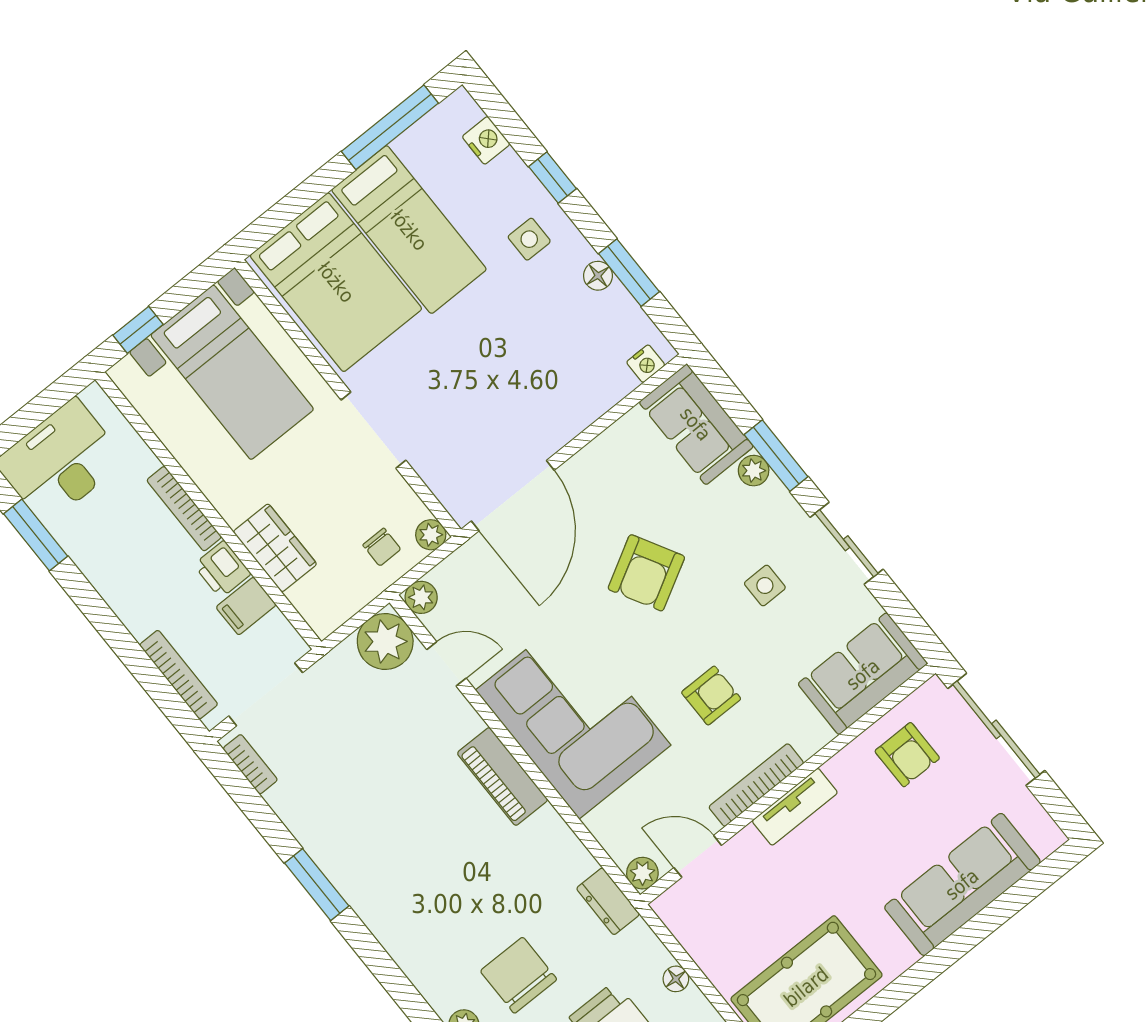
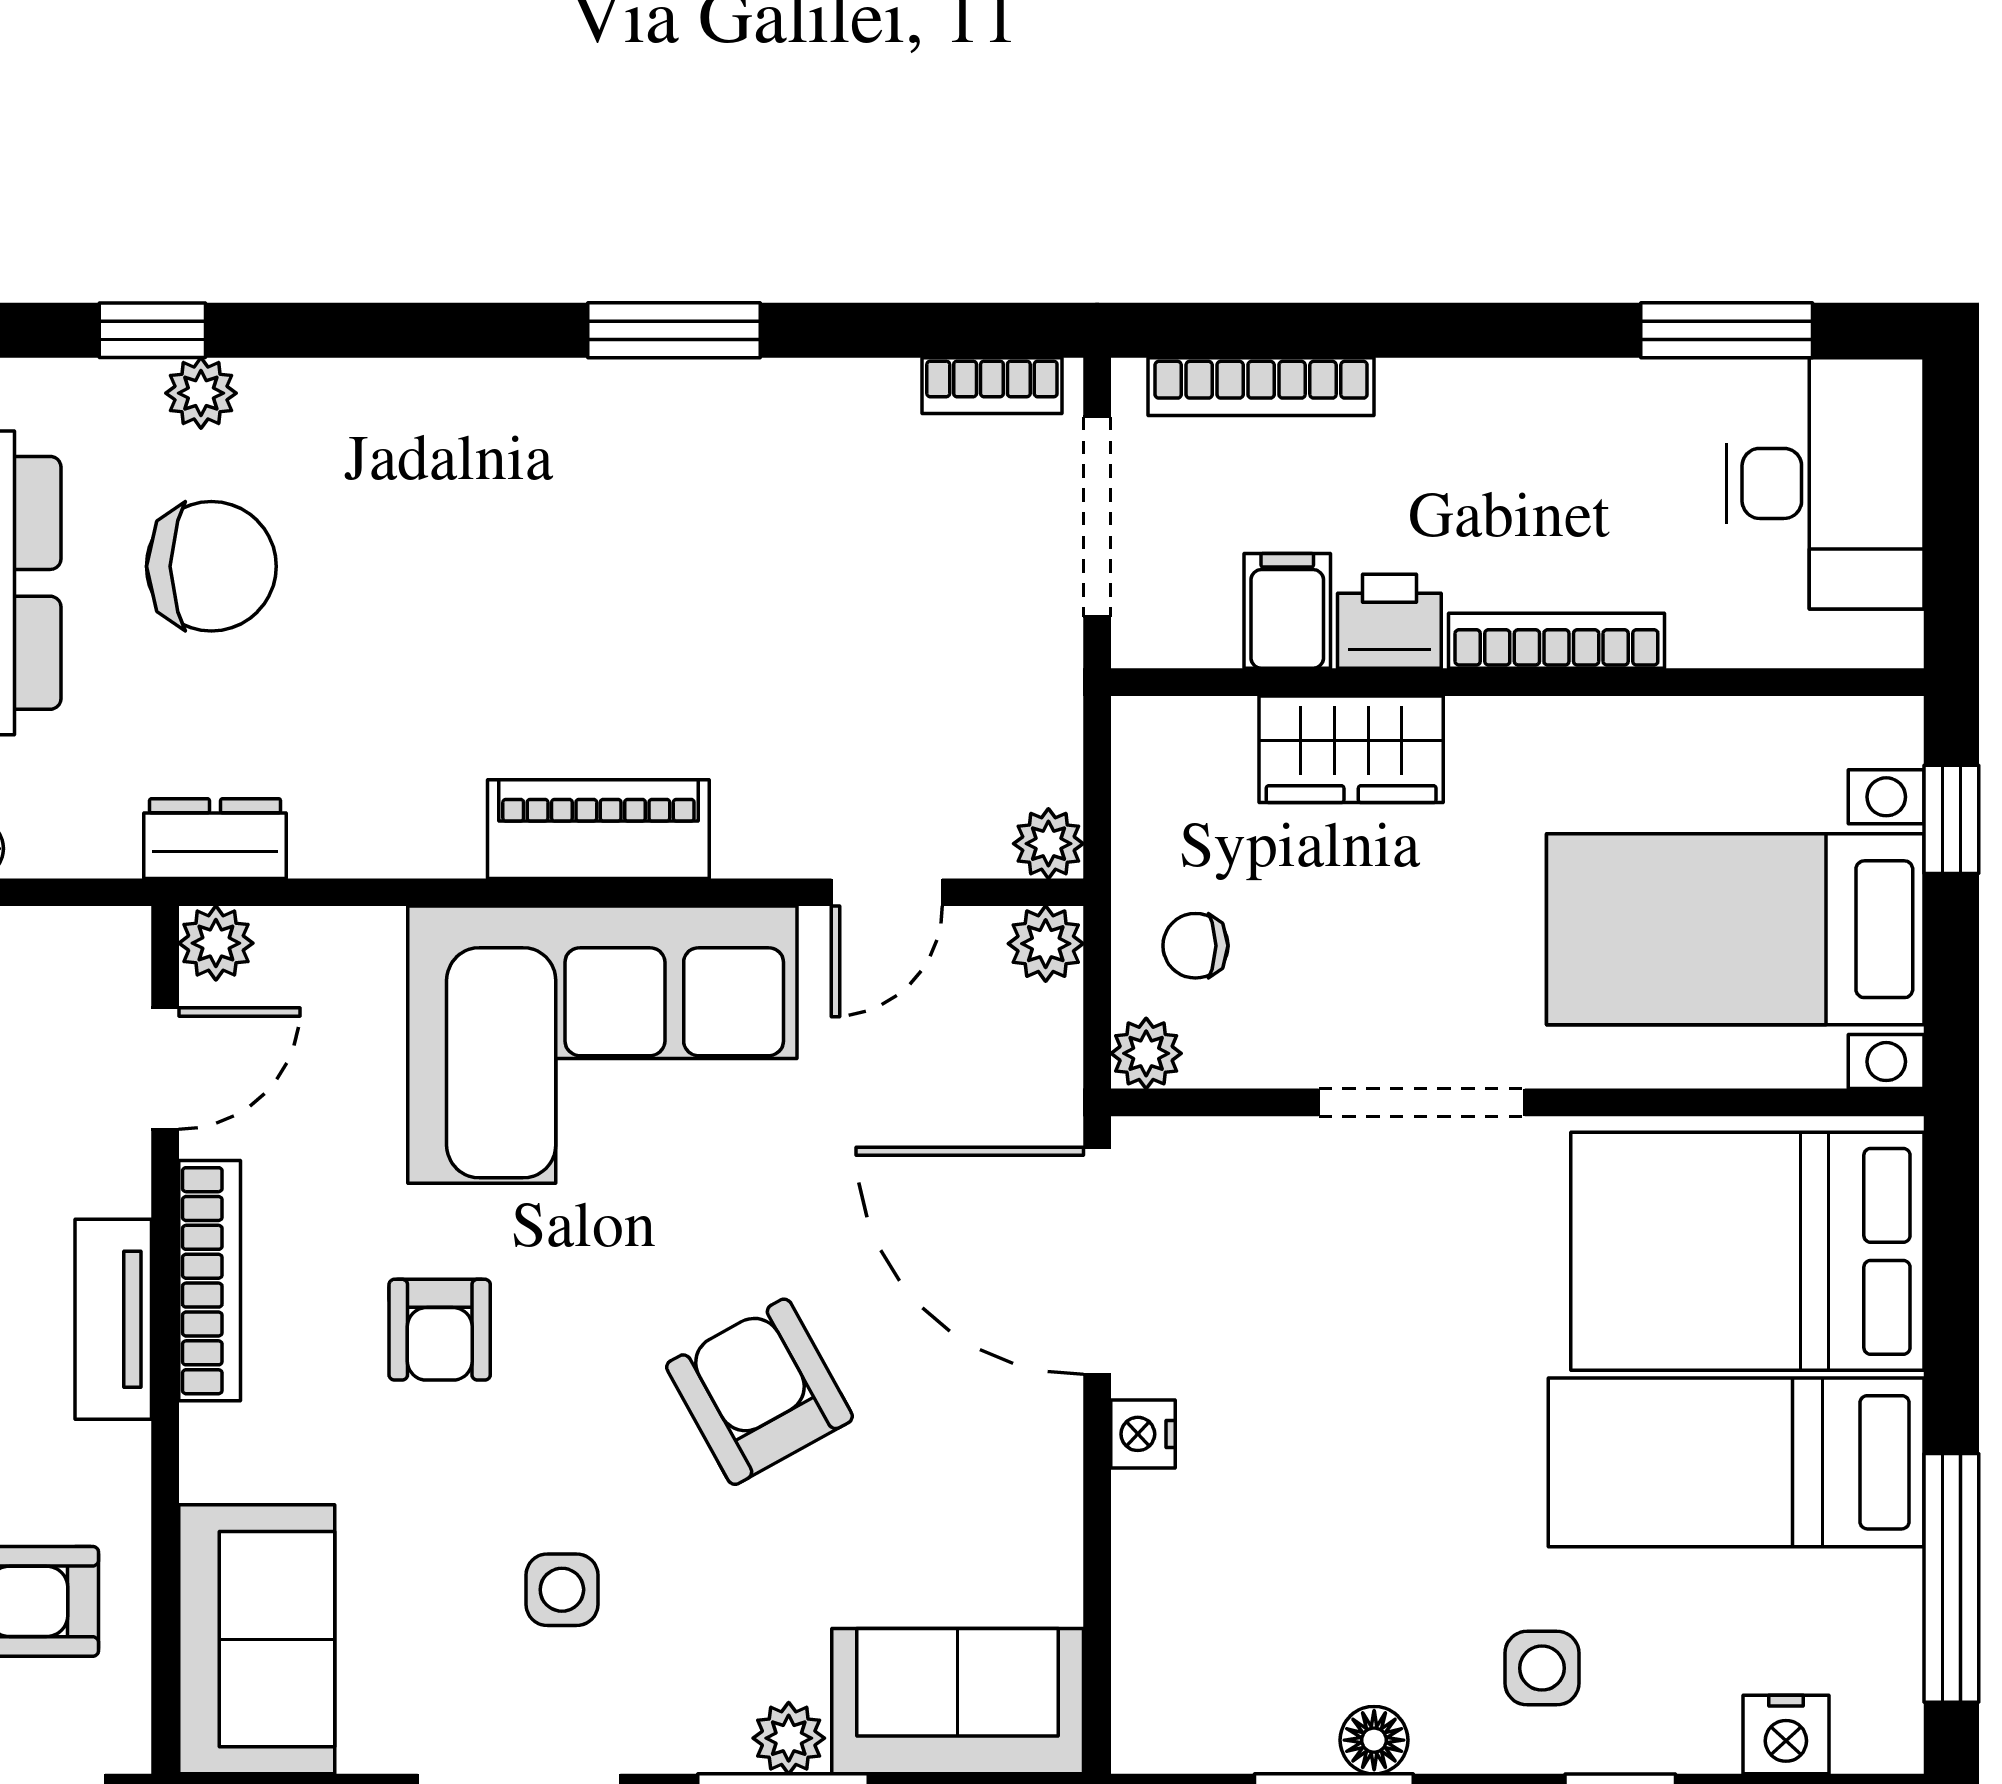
nightstand: (646, 364) -> (1143, 1434), moved
plant: (385, 642) -> (1048, 844), width x0.53, depth x0.53

